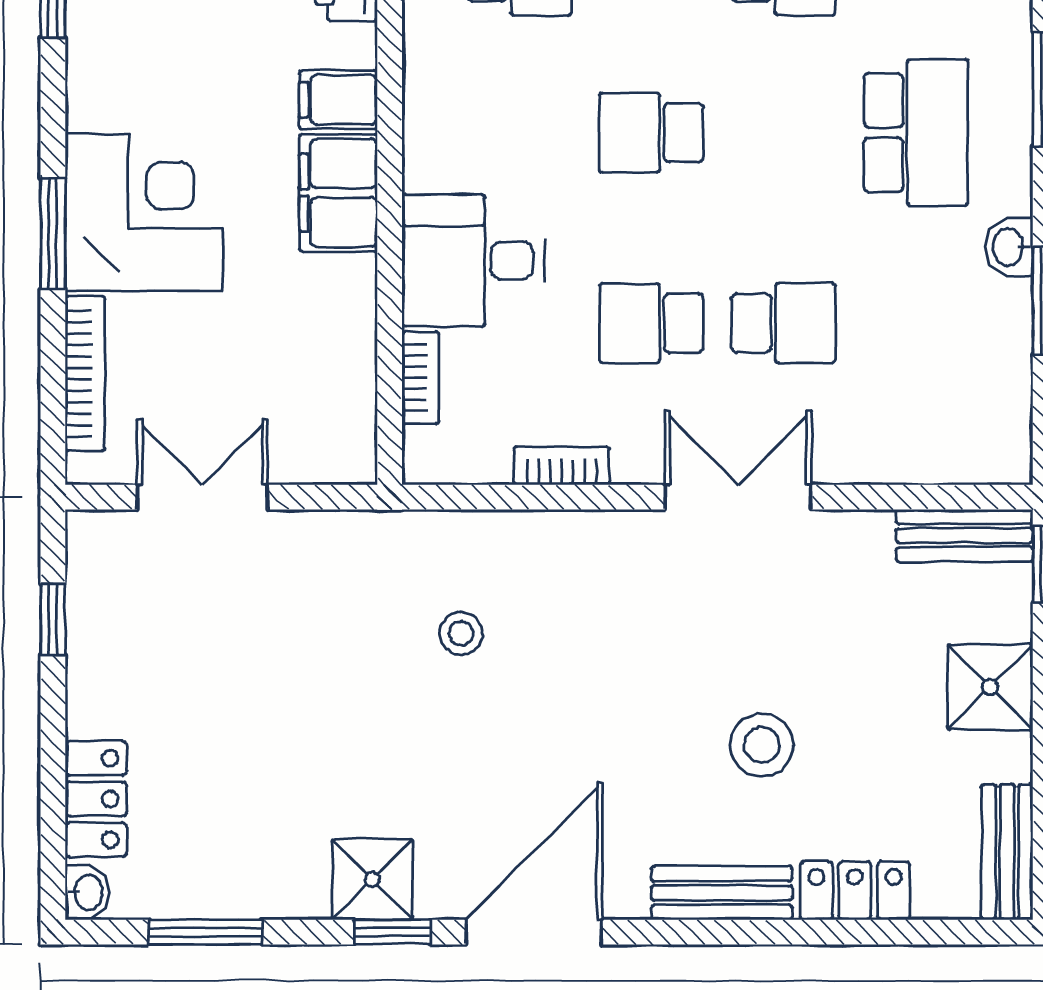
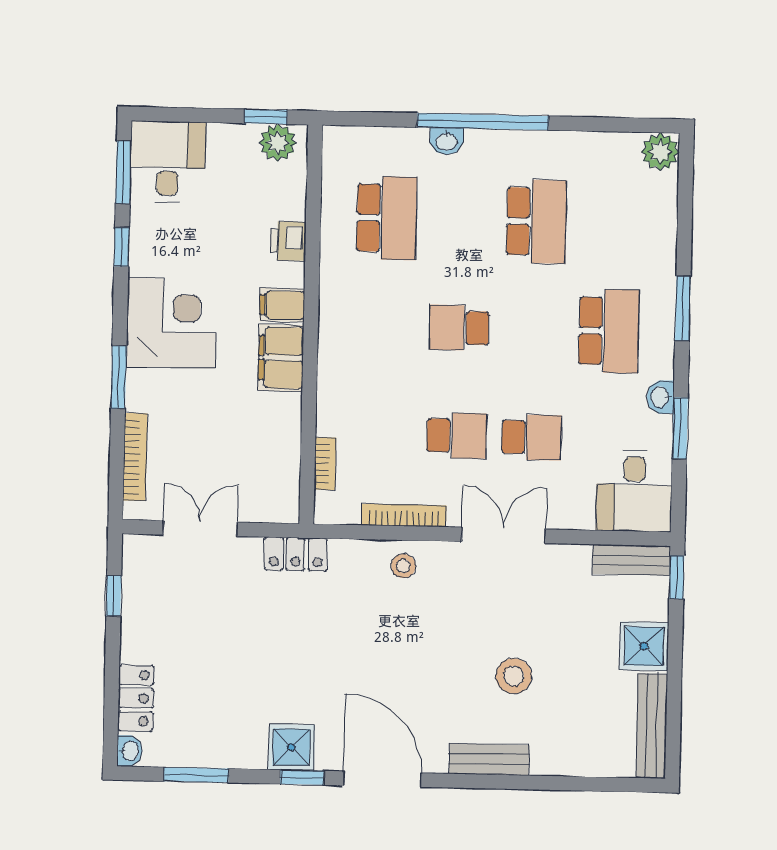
corner desk: (144, 212) -> (171, 323), moved
desk: (473, 260) -> (634, 491), moved, turned -90
school desk: (651, 323) -> (457, 436), turned 180
bookcase: (562, 466) -> (404, 515), width x1.56
stool: (461, 633) -> (403, 566), moved
bench: (1007, 852) -> (652, 726), width x1.36
locker: (855, 890) -> (296, 554), moved, turned 180
door: (534, 932) -> (382, 779), hinge flipped

